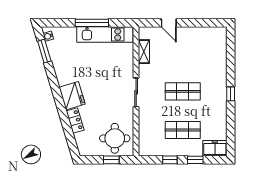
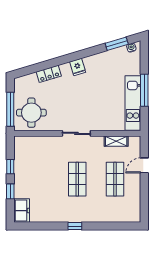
fridge: (72, 96) -> (78, 67), width x0.53, depth x0.75
shop shelf: (183, 130) -> (115, 179), moved
window: (111, 160) -> (10, 109), width x2.17

